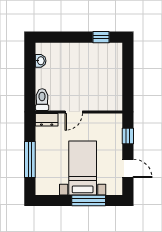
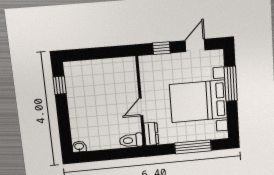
washbasin: (41, 61) -> (79, 147), moved
door: (74, 112) -> (141, 107), swing flipped
bed with nightstands: (83, 168) -> (198, 101), width x1.36

